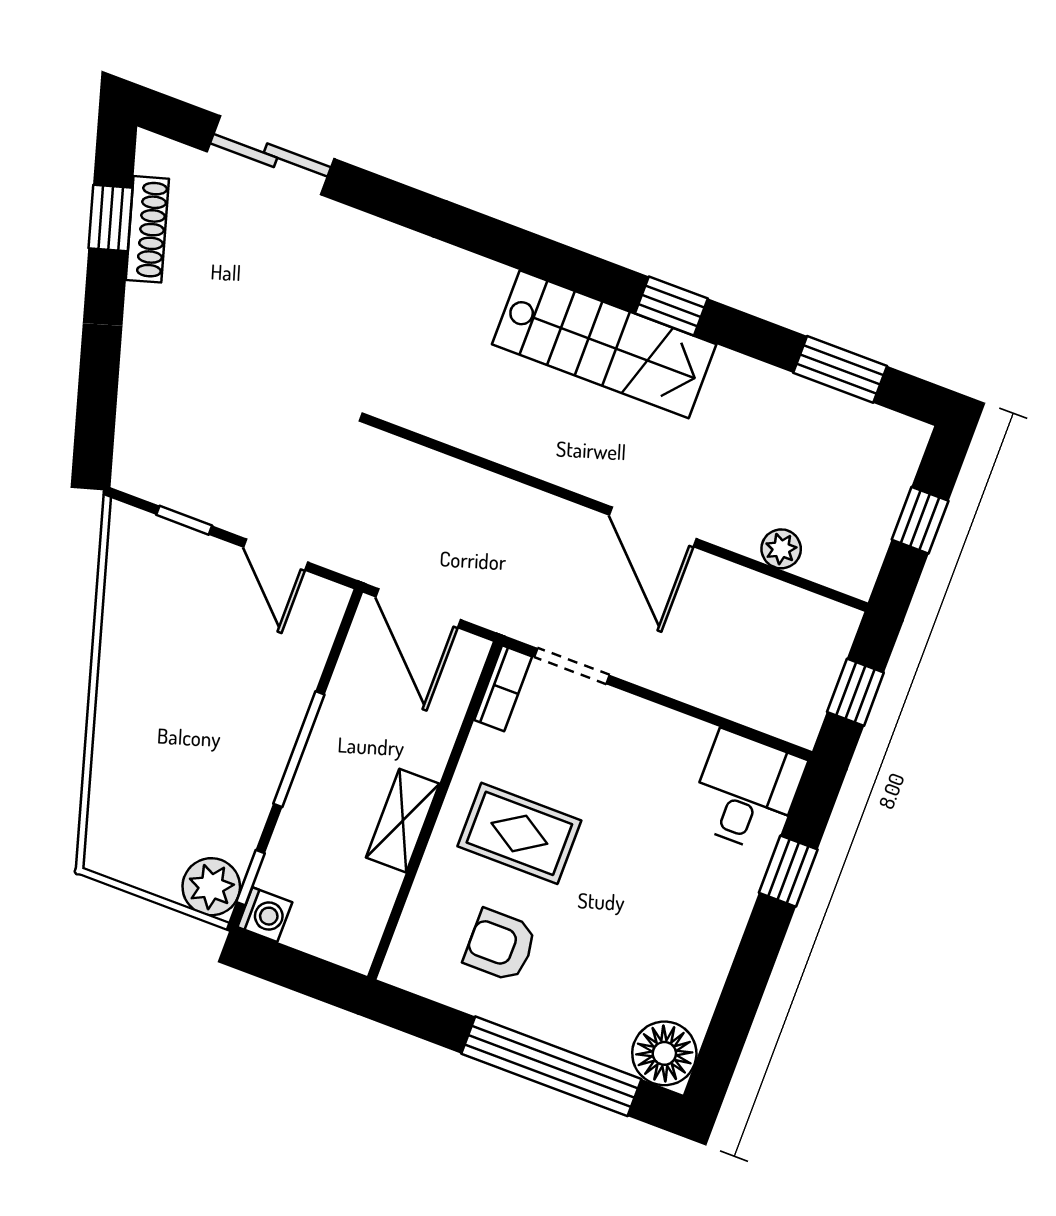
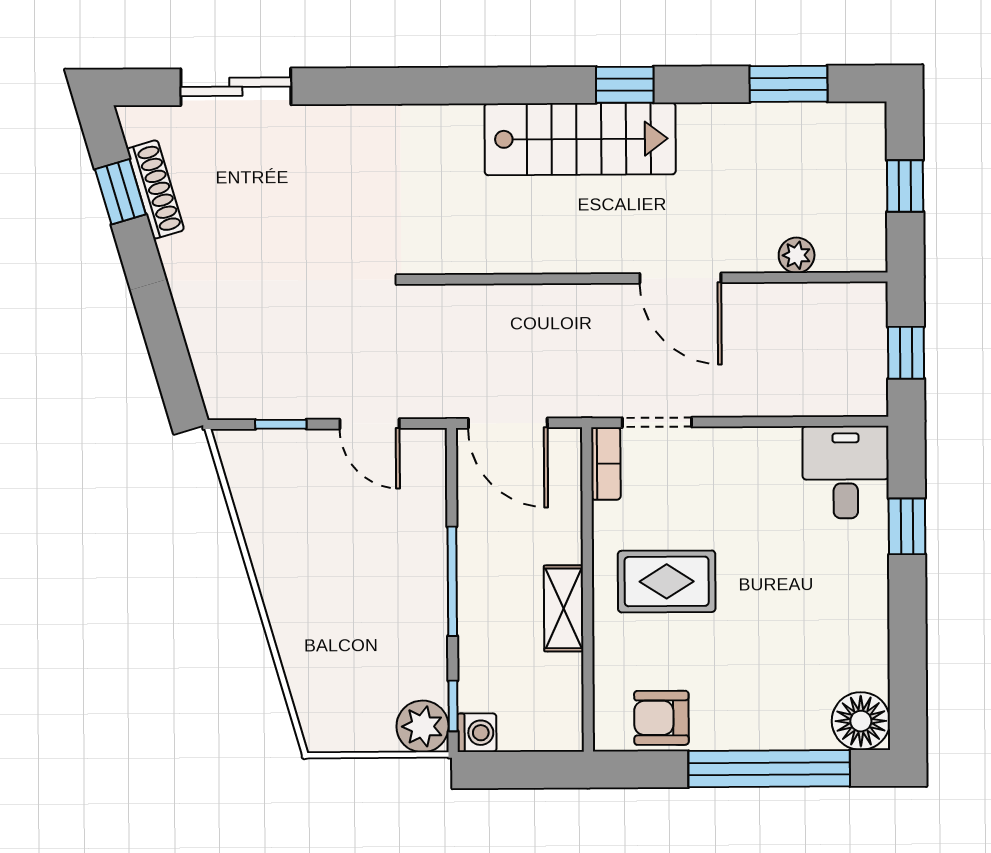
armchair: (500, 945) -> (661, 718), moved

